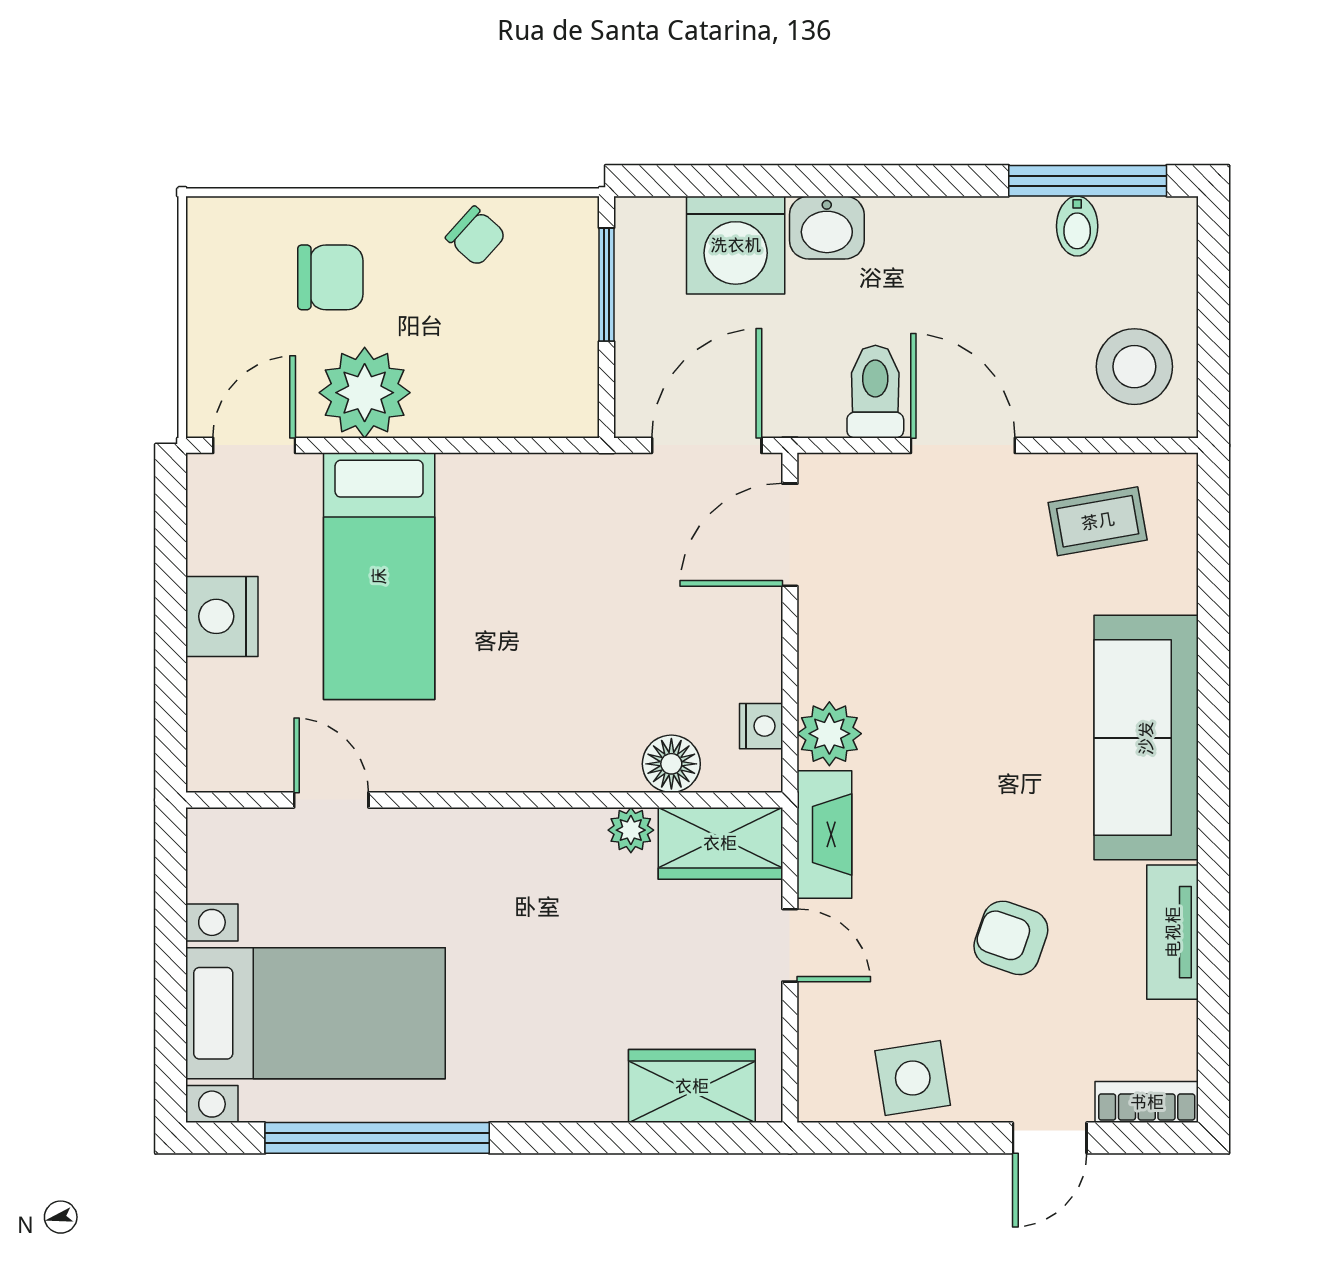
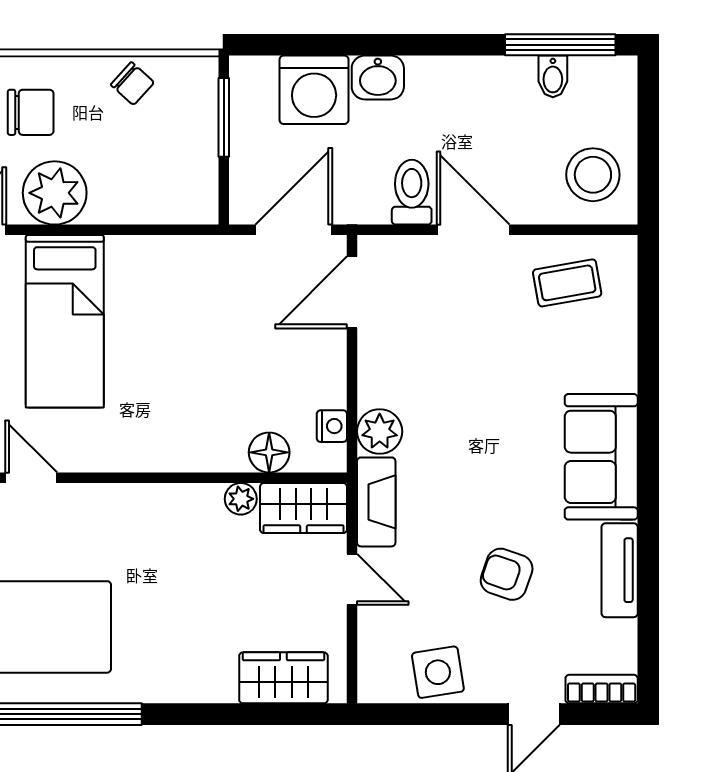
sofa: (1146, 738) -> (601, 457), width x0.73

